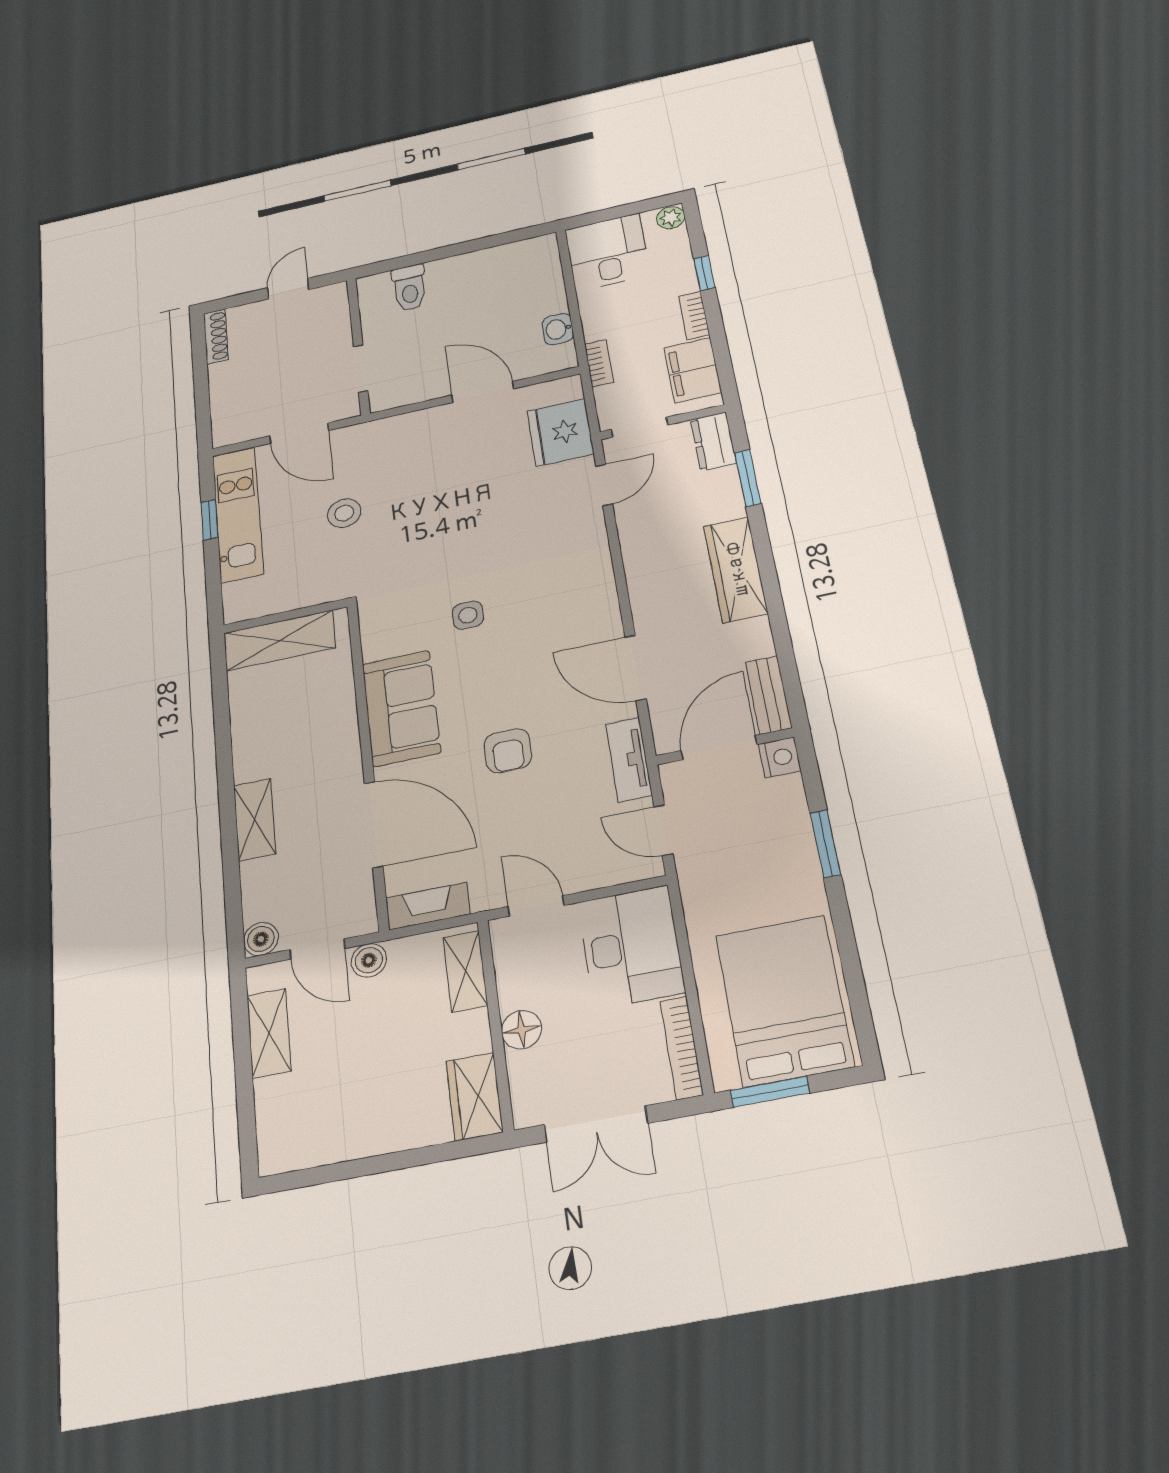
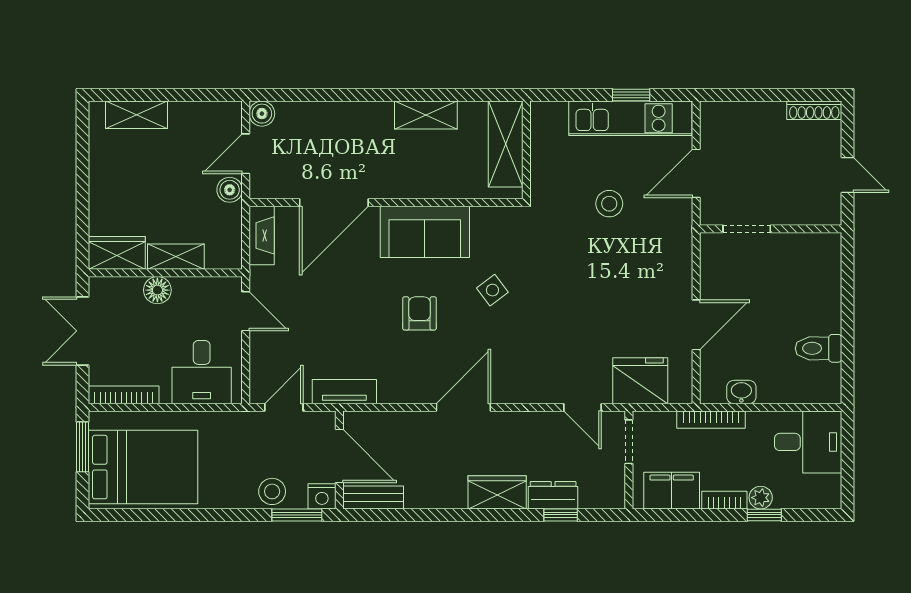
plant: (671, 218) -> (761, 498), moved
toilet: (409, 288) -> (819, 348), moved
bookcase: (599, 363) -> (711, 420), width x1.56
dresser: (713, 441) -> (553, 495), moved
window: (748, 478) -> (561, 515), width x0.67
wardrobe: (736, 570) -> (497, 492), width x0.67
side table: (468, 615) -> (492, 290), turned -37
door: (636, 668) -> (463, 407), moved
armchair: (508, 751) -> (420, 313), moved, turned 90
shelving: (255, 820) -> (426, 115), moved
stool: (785, 821) -> (272, 491), added
window: (825, 844) -> (297, 515), moved
door: (536, 906) -> (246, 311), hinge flipped
desk: (631, 947) -> (202, 372), width x0.73
shelving: (465, 971) -> (176, 257), moved
shelving: (269, 1033) -> (136, 115), moved

